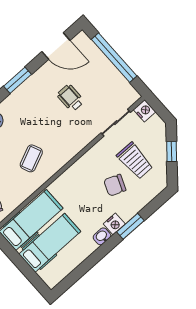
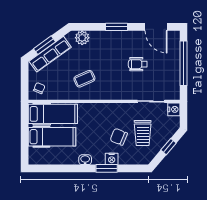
wheelchair: (70, 98) -> (138, 64), turned -90
nightstand: (114, 224) -> (112, 159), moved

